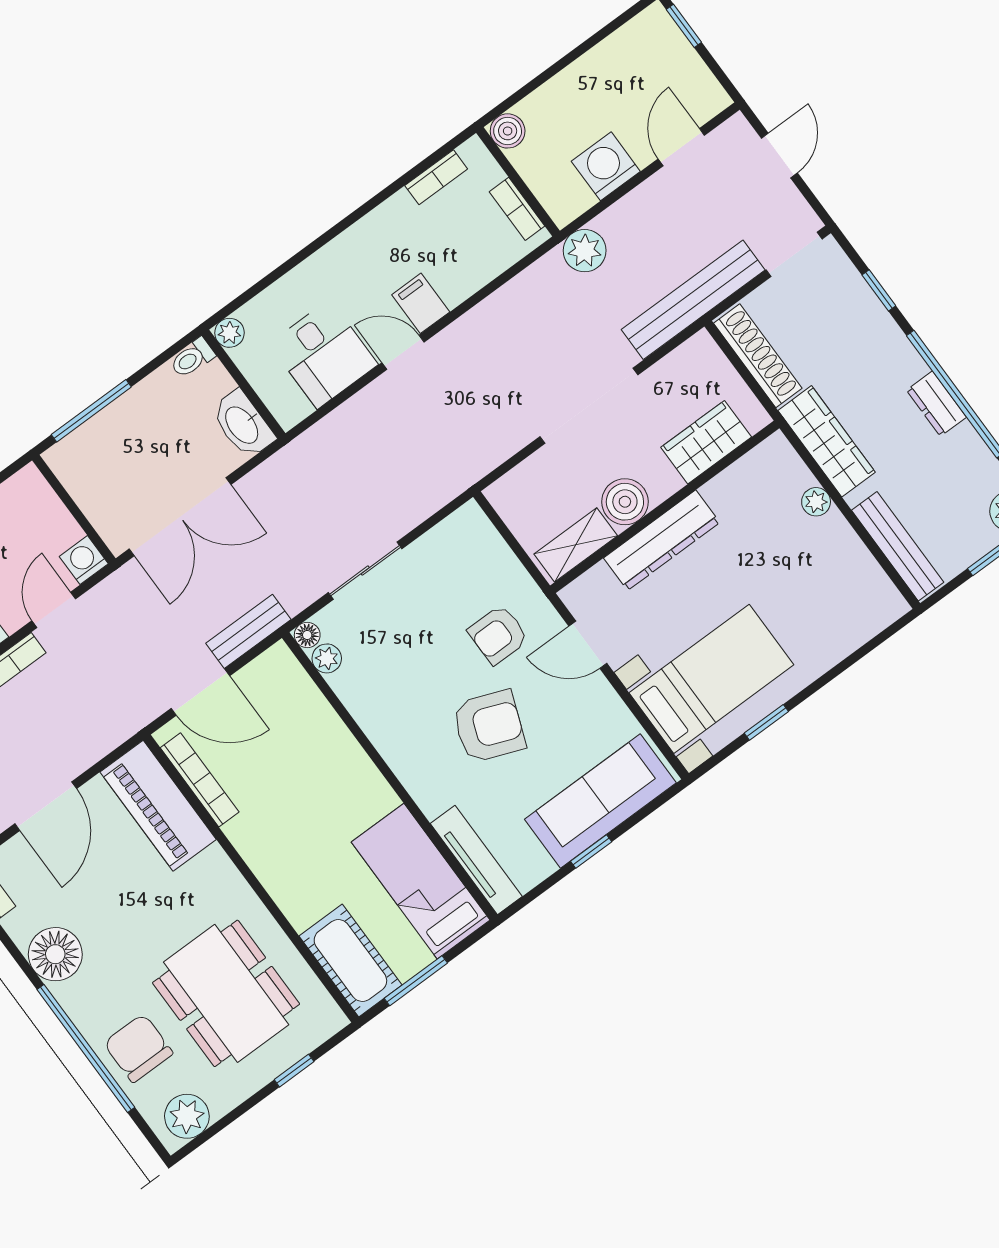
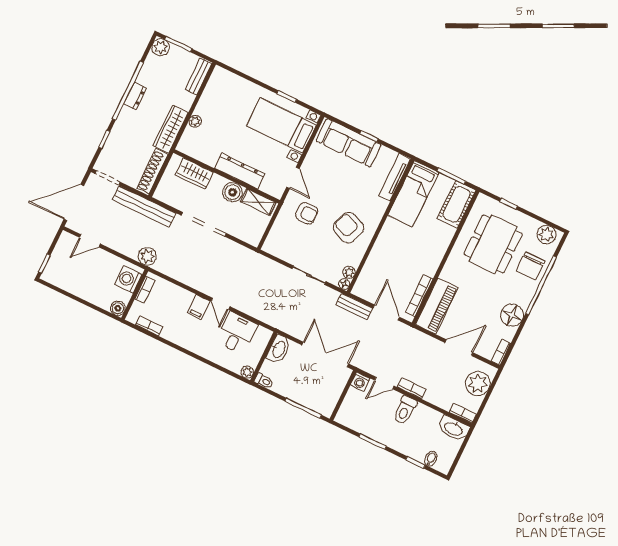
door: (779, 155) -> (74, 203), width x1.87
washing machine: (606, 166) -> (128, 279), moved, turned 90
bench: (898, 546) -> (198, 77), width x0.73
armchair: (489, 726) -> (349, 228), moved

